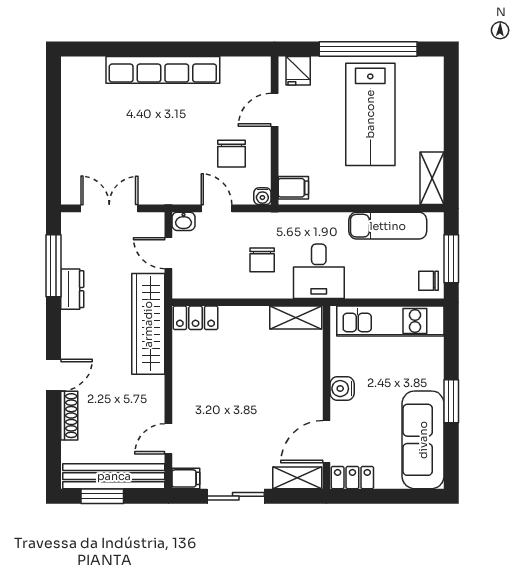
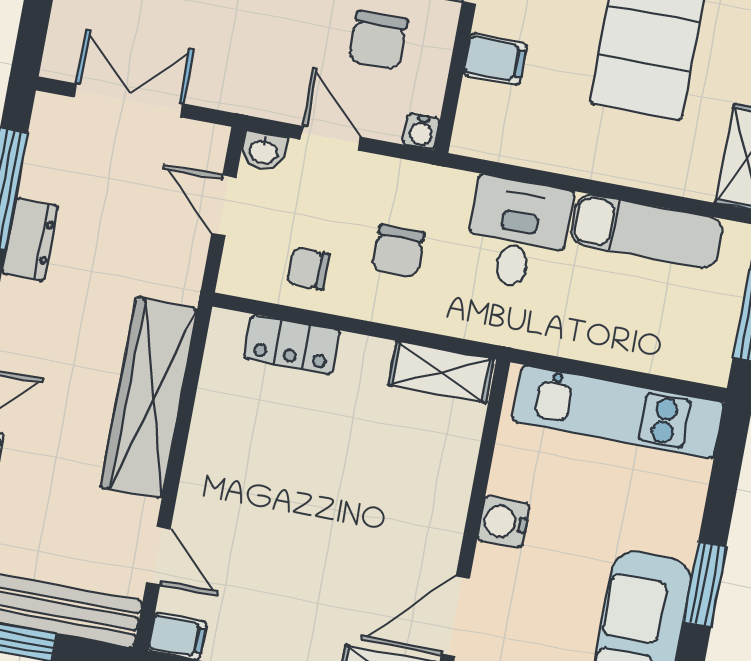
filing cabinet: (293, 188) -> (495, 59), moved
desk: (319, 271) -> (518, 234), moved, turned 180
chair: (428, 281) -> (308, 269), moved
locker: (196, 318) -> (292, 344), moved
wardrobe: (148, 324) -> (149, 398), moved
door: (168, 439) -> (158, 556), swing flipped

